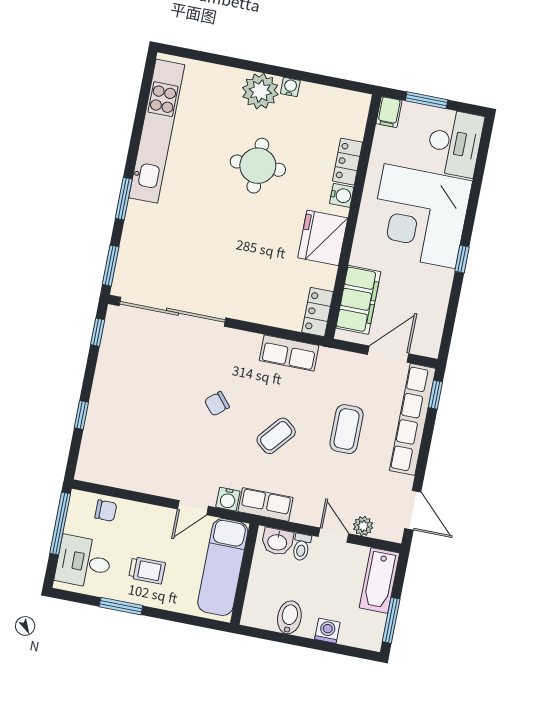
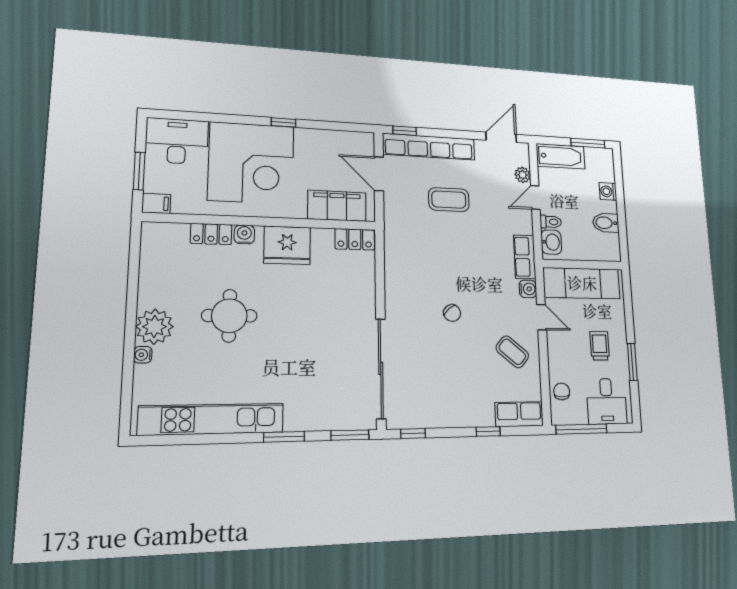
water cooler: (290, 87) -> (143, 355), moved
row of seats: (289, 353) -> (519, 414), moved, turned -90
coffee table: (276, 436) -> (512, 352), moved

